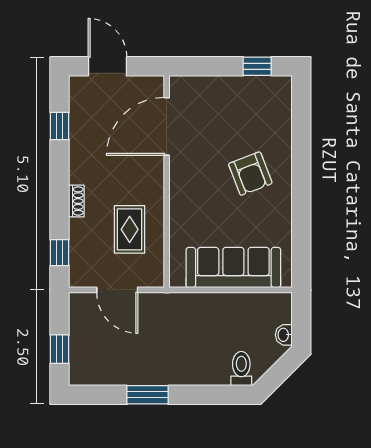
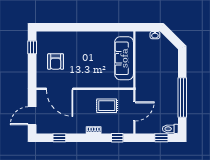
armchair: (250, 174) -> (56, 62), moved, turned 111
toilet: (241, 369) -> (170, 129), moved
window: (148, 395) -> (182, 97), width x2.11

